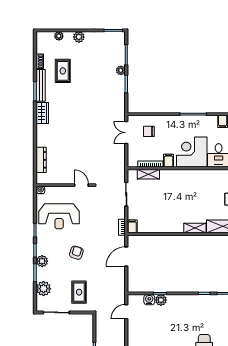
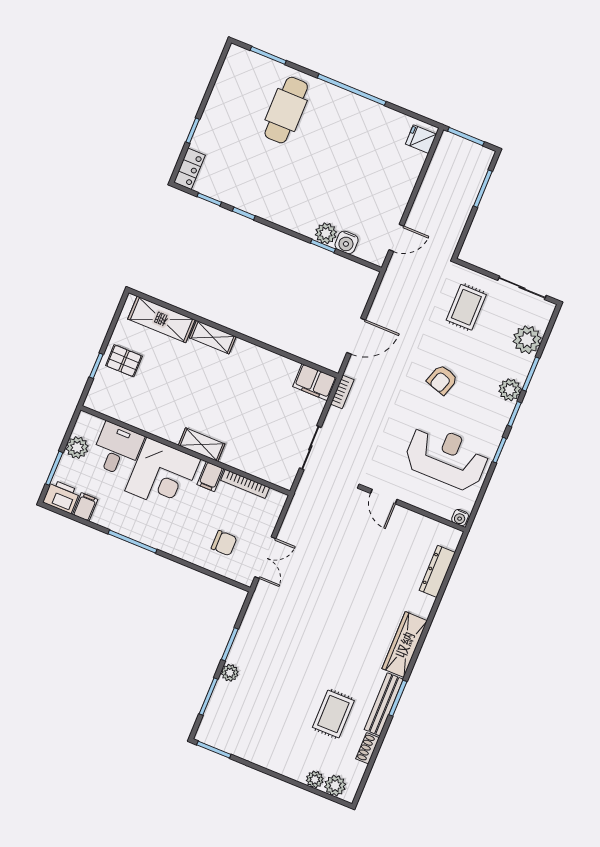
plant: (79, 37) -> (335, 786), moved
wardrobe: (42, 113) -> (405, 645), width x1.50
shelving: (148, 174) -> (202, 445), moved
filing cabinet: (132, 226) -> (315, 382), width x2.00

